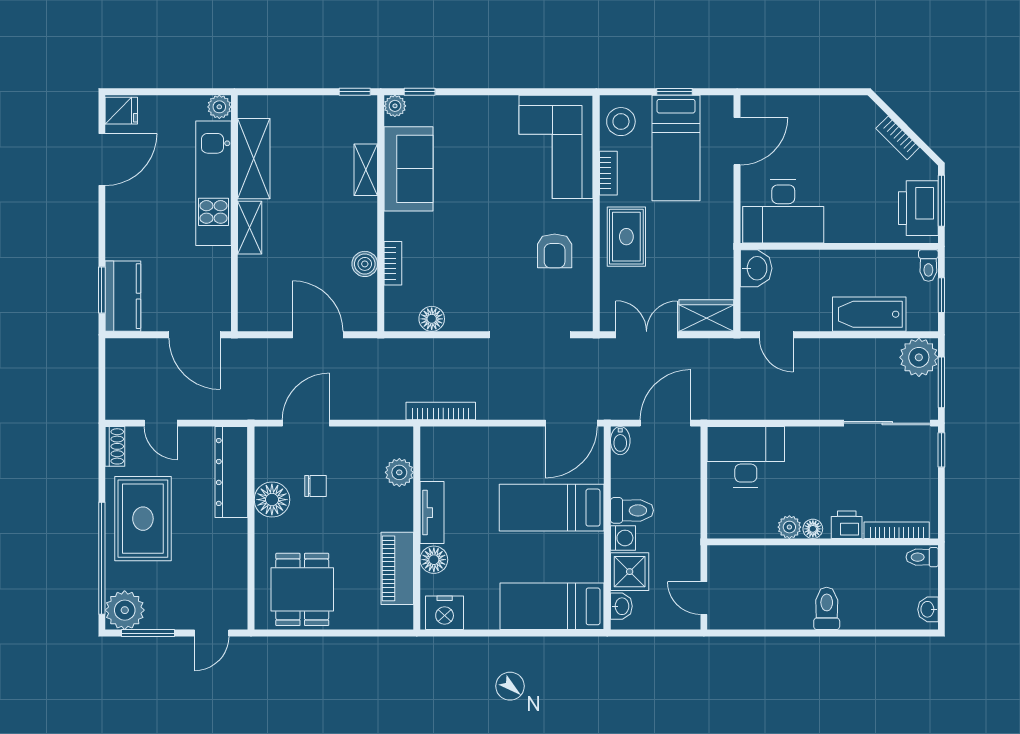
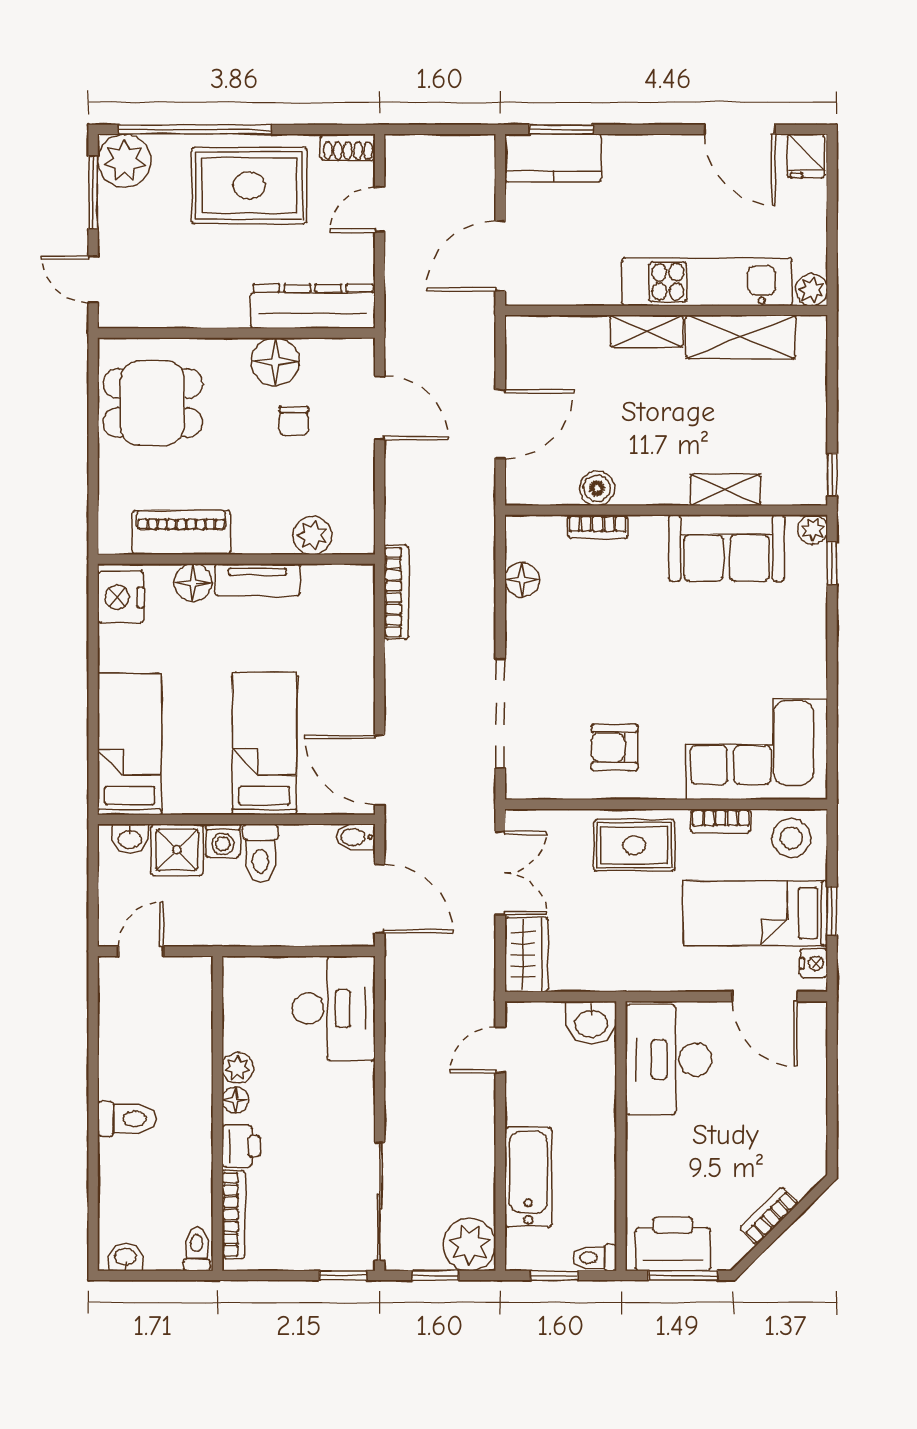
nightstand: (713, 105) -> (814, 963), added
window: (941, 382) -> (435, 1275), width x0.67

